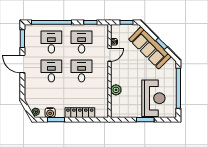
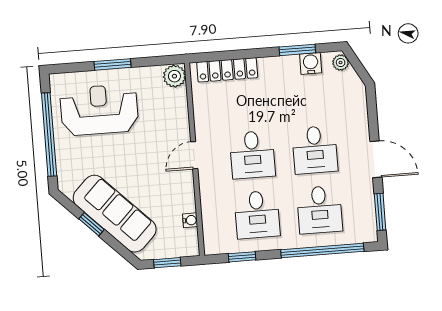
door: (110, 55) -> (194, 155), moved
plant: (116, 90) -> (174, 76), moved
reception desk: (153, 98) -> (99, 110), turned 90
locker: (80, 113) -> (227, 70), moved

